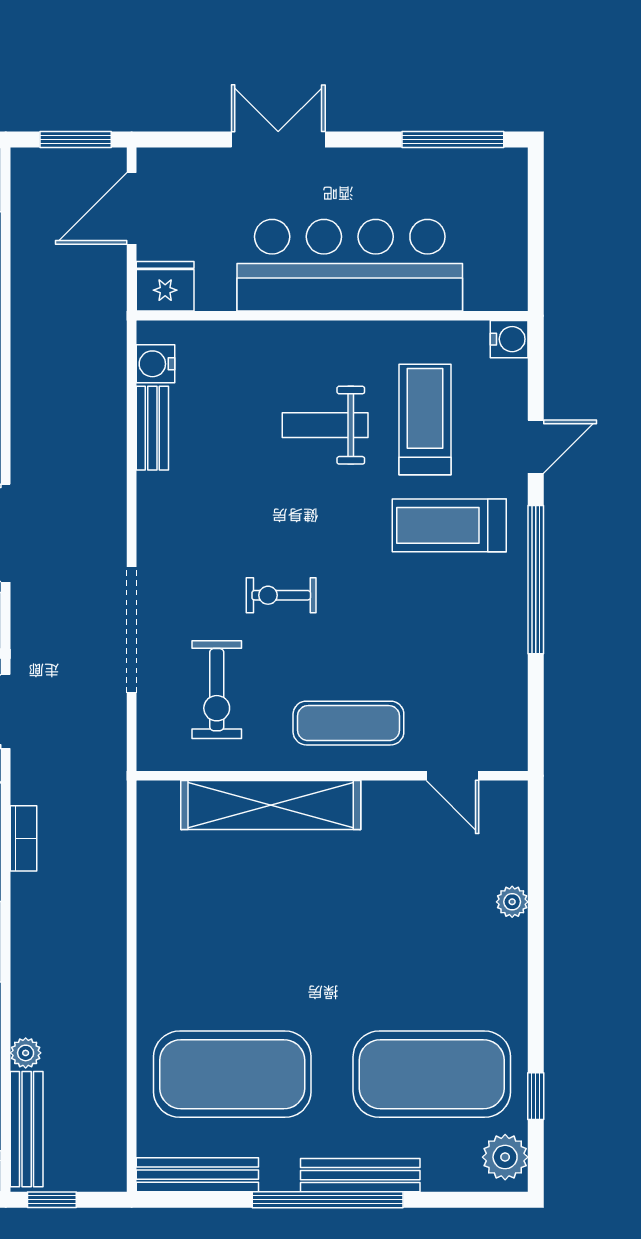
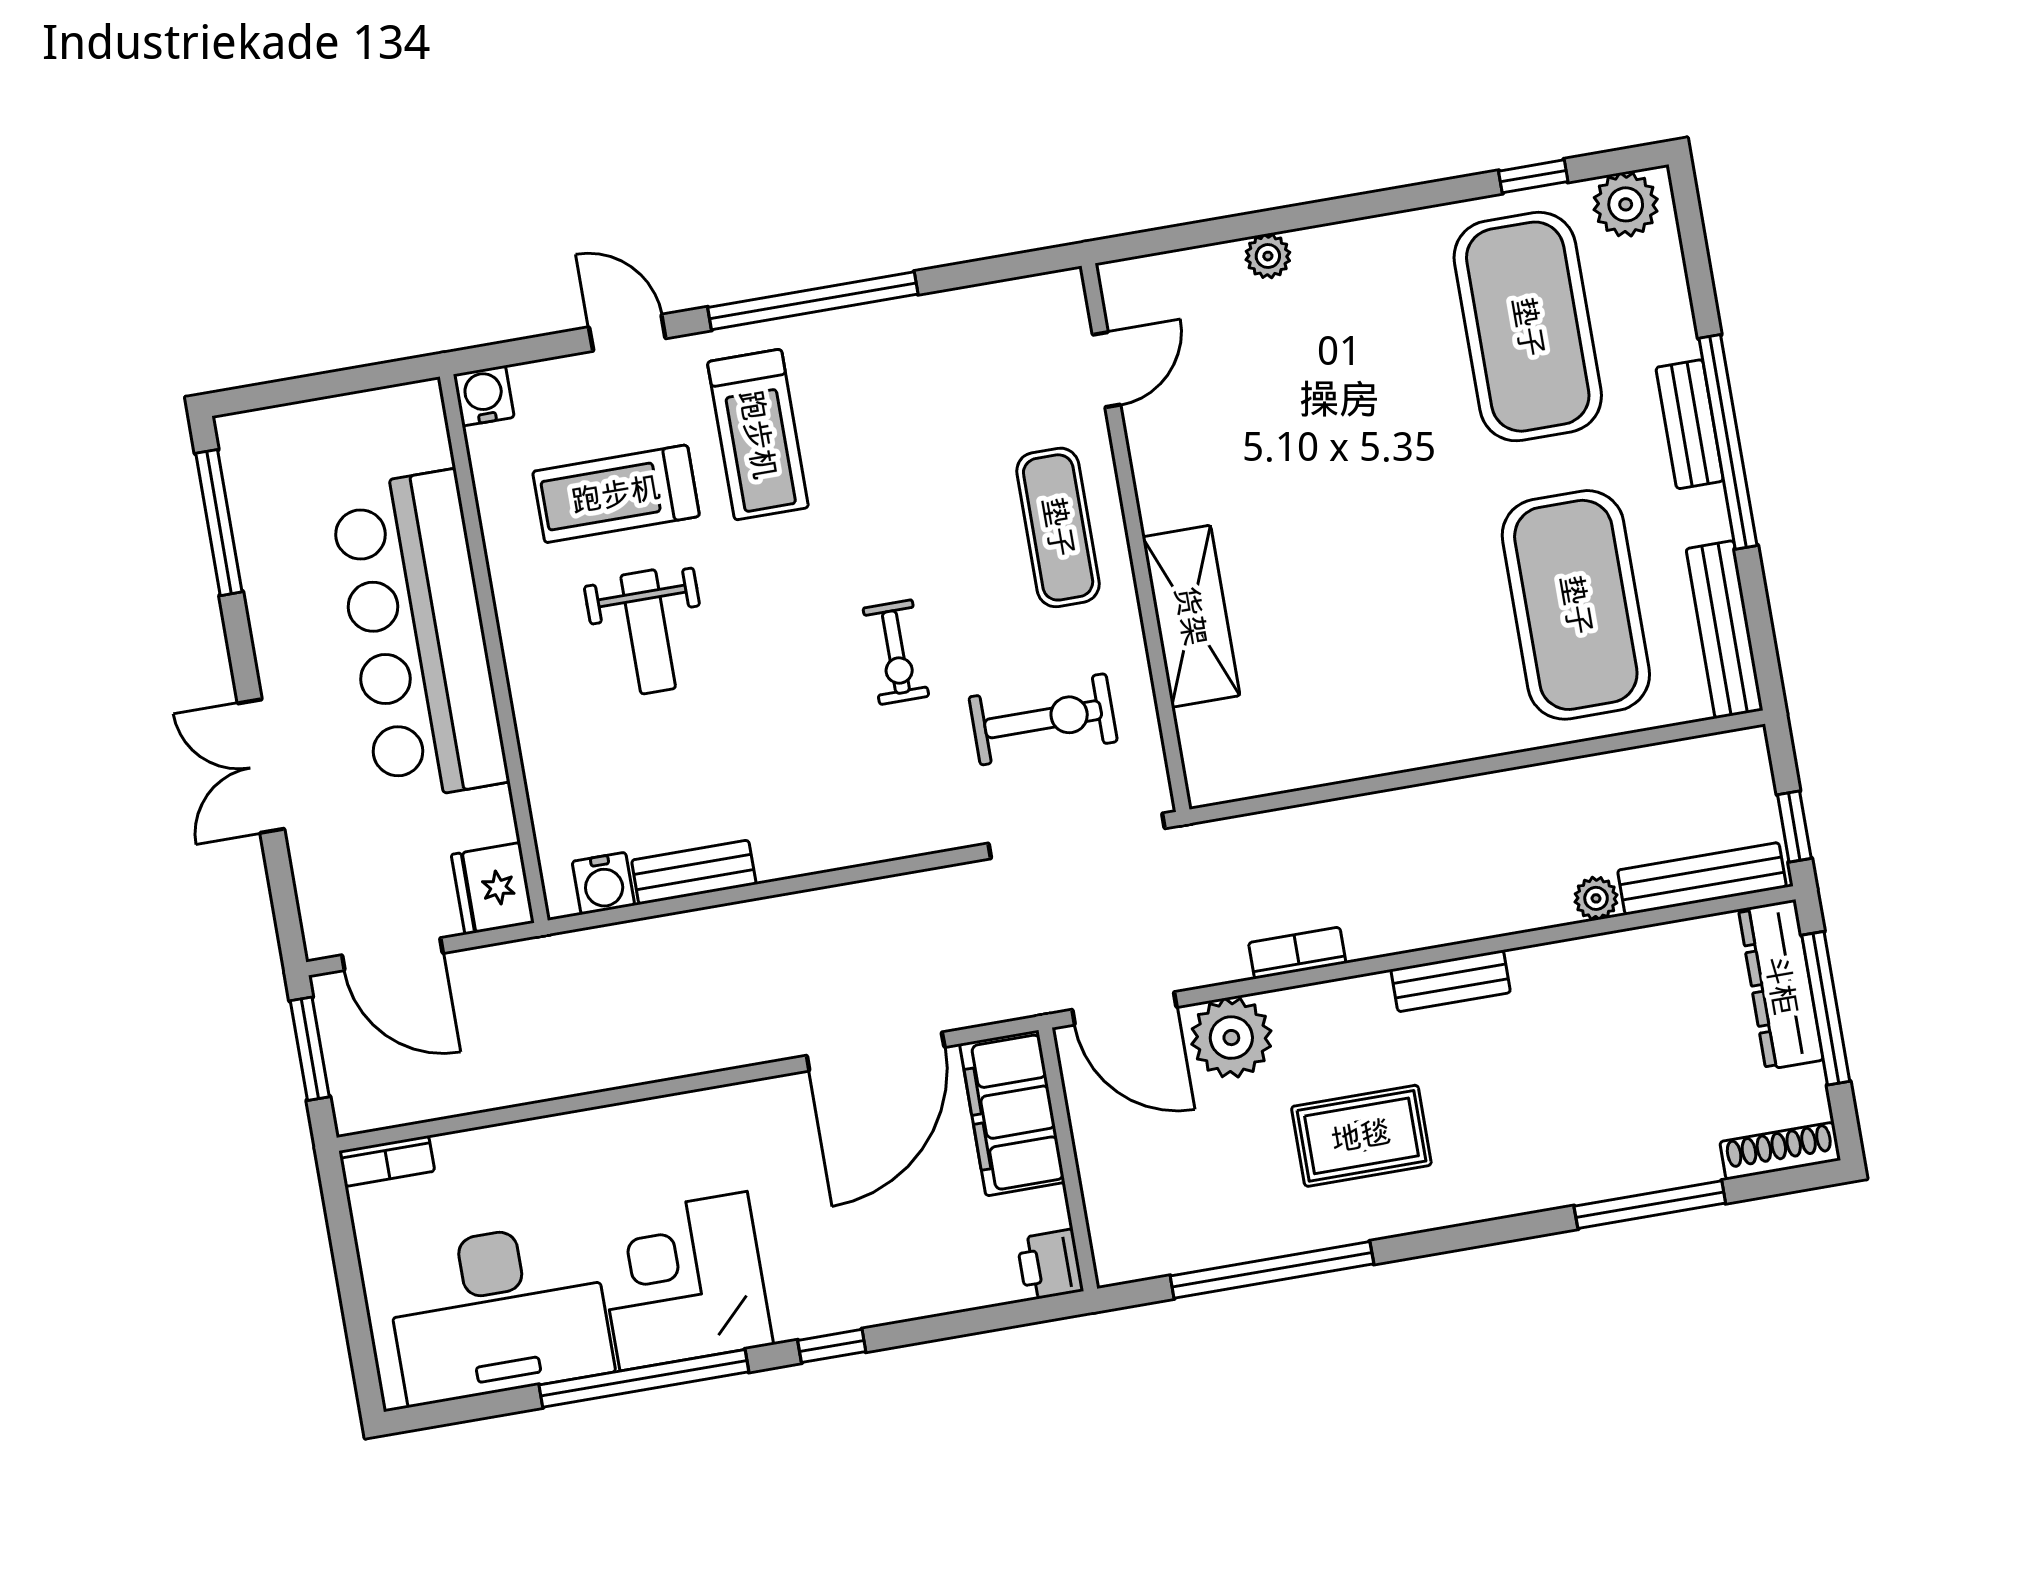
doorway: (132, 630) -> (1077, 836), moved
shelving: (271, 805) -> (1191, 616), width x0.68
bench: (360, 1175) -> (1690, 424), width x0.73

